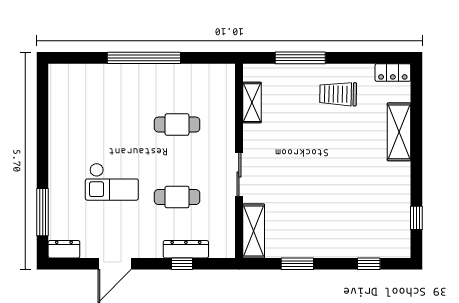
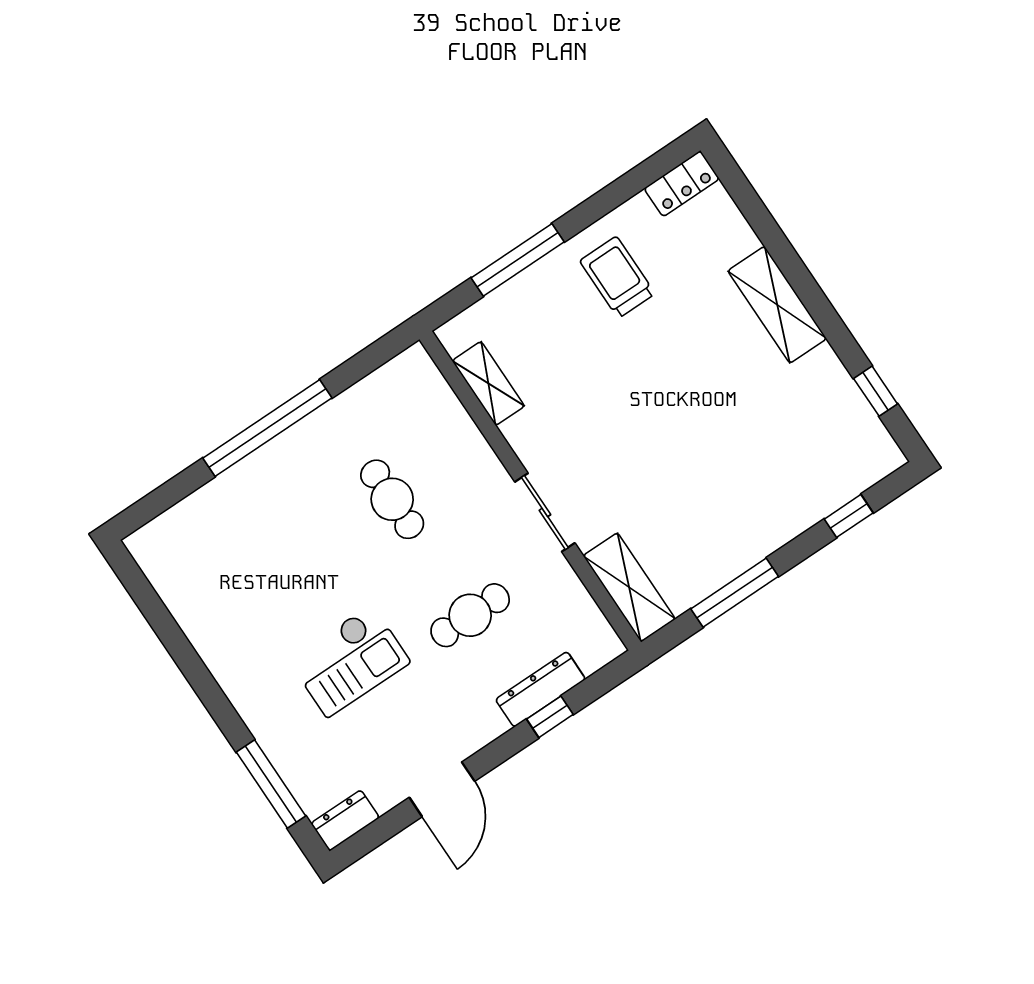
trolley: (338, 94) -> (617, 277), turned 89
cafe table: (177, 125) -> (392, 499), turned 90
shelving: (399, 132) -> (777, 305), moved
window: (297, 264) -> (735, 593), width x1.44

